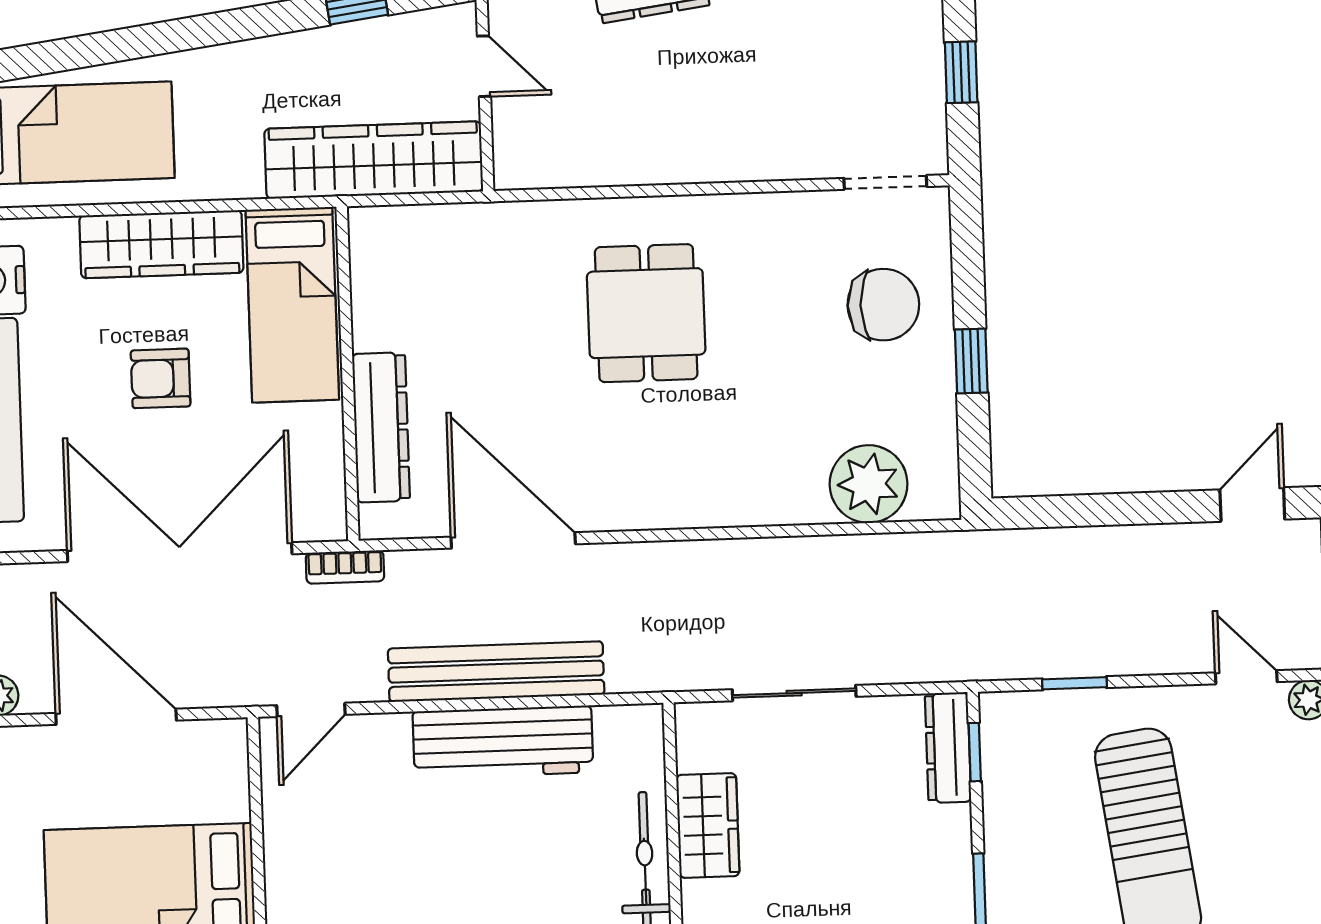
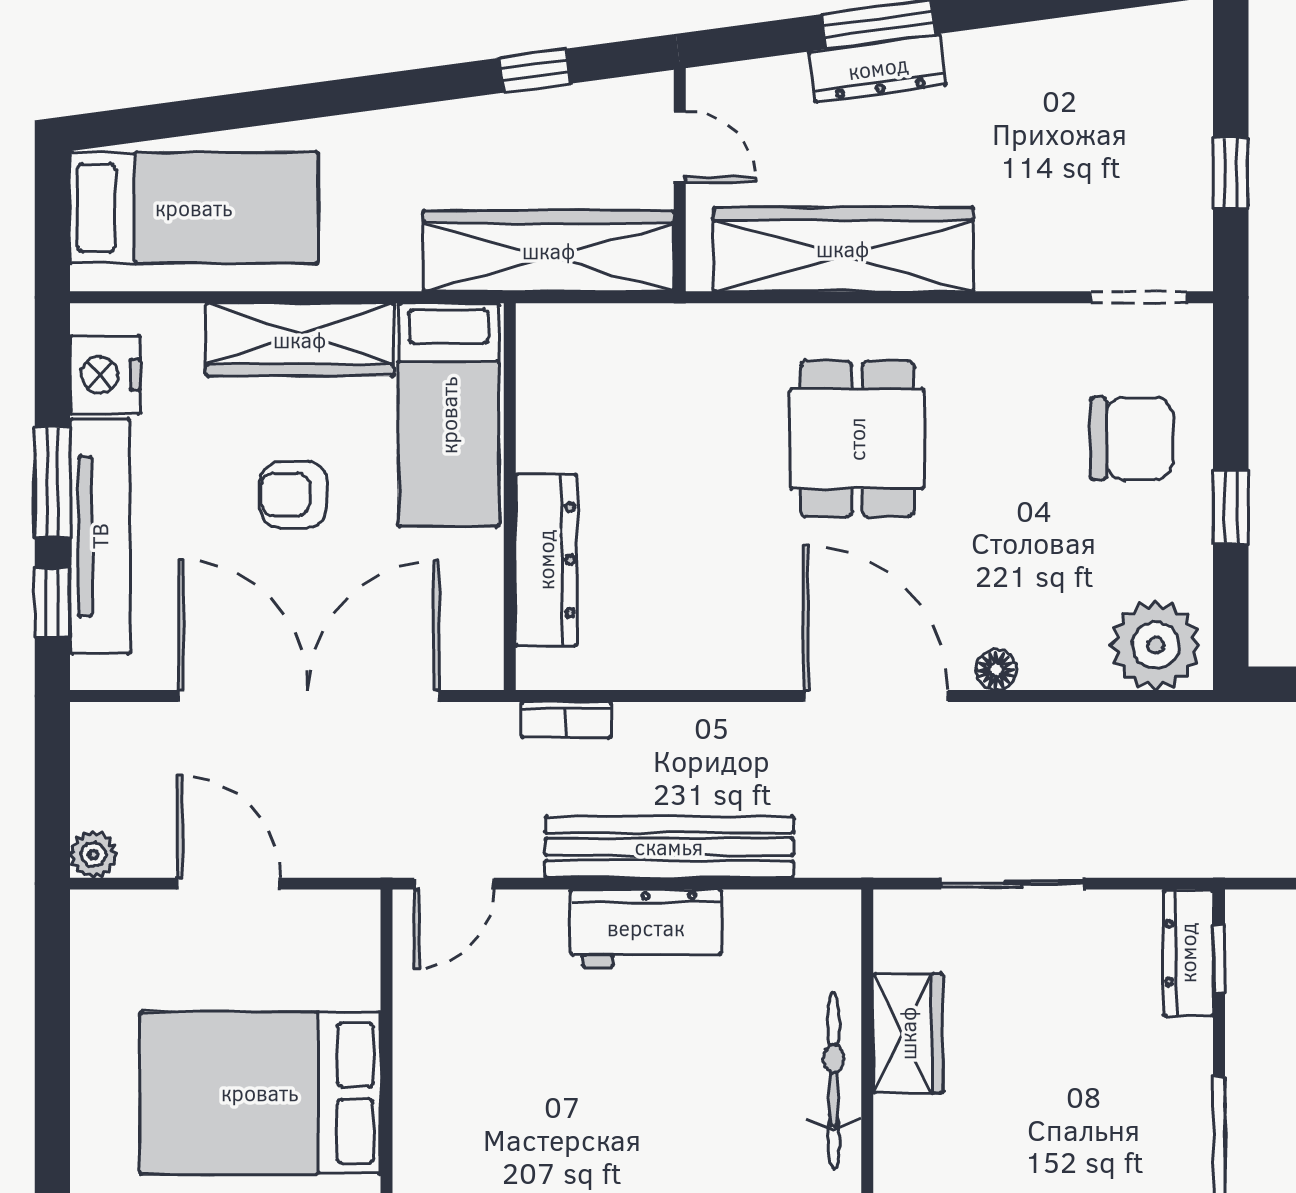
wardrobe: (629, 150) -> (843, 249), added
plant: (869, 484) -> (1156, 645), moved
floor lamp: (773, 509) -> (996, 670), added
door: (513, 540) -> (876, 696), moved
bookcase: (345, 567) -> (566, 720), moved
door: (116, 717) -> (228, 884), width x0.73
workbench: (503, 742) -> (646, 928), width x0.73

